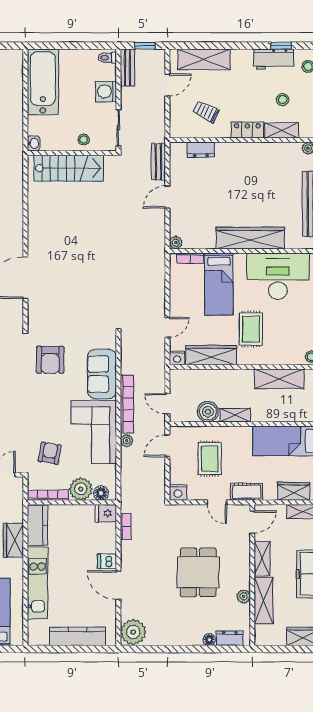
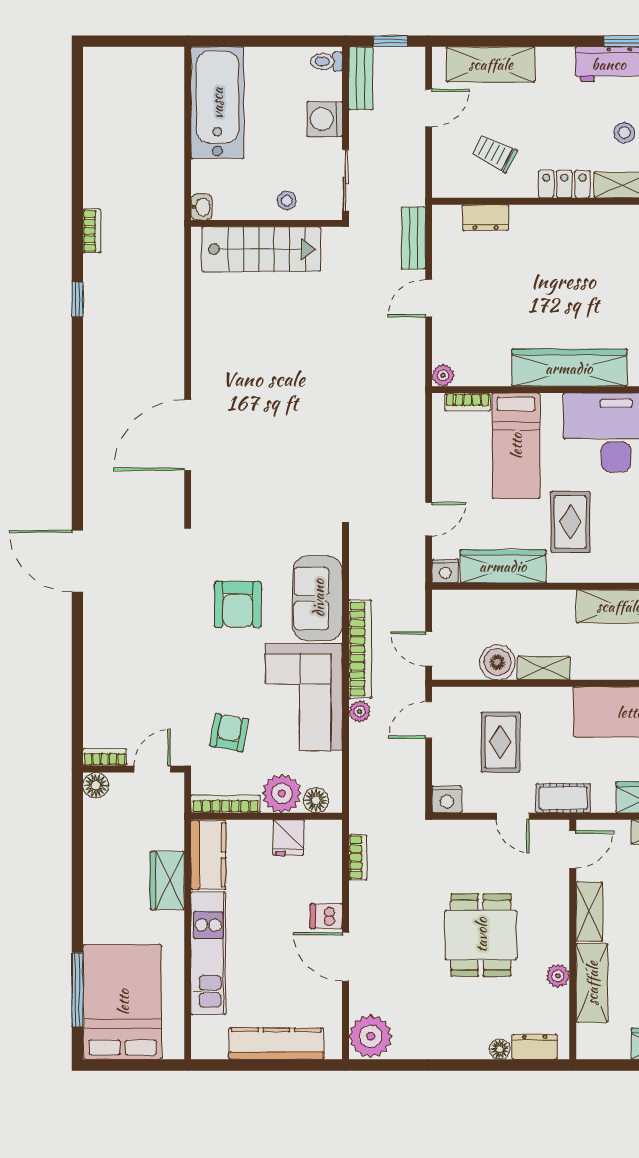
armchair: (50, 360) -> (238, 604), moved
fridge: (106, 513) -> (288, 837), moved, turned -90

